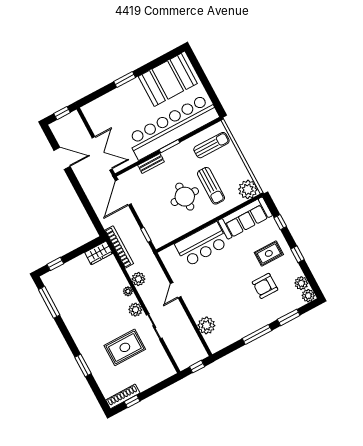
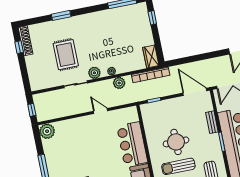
plant: (206, 325) -> (47, 131), moved

